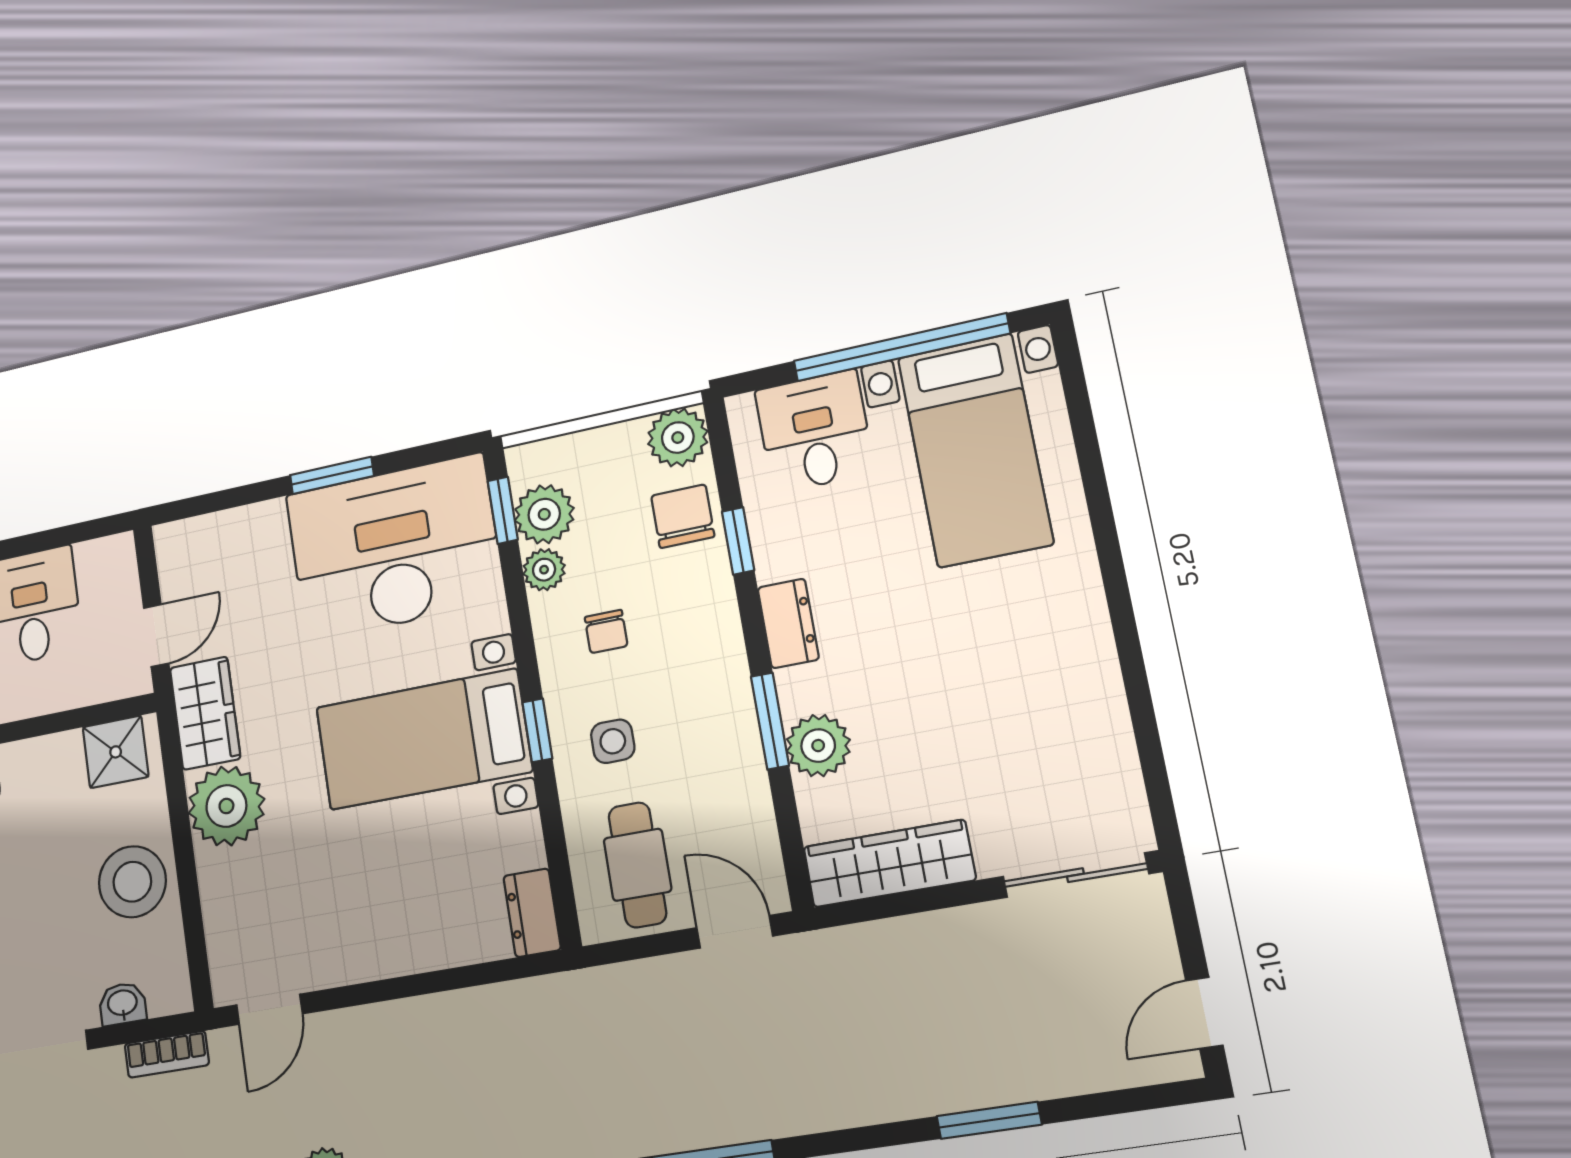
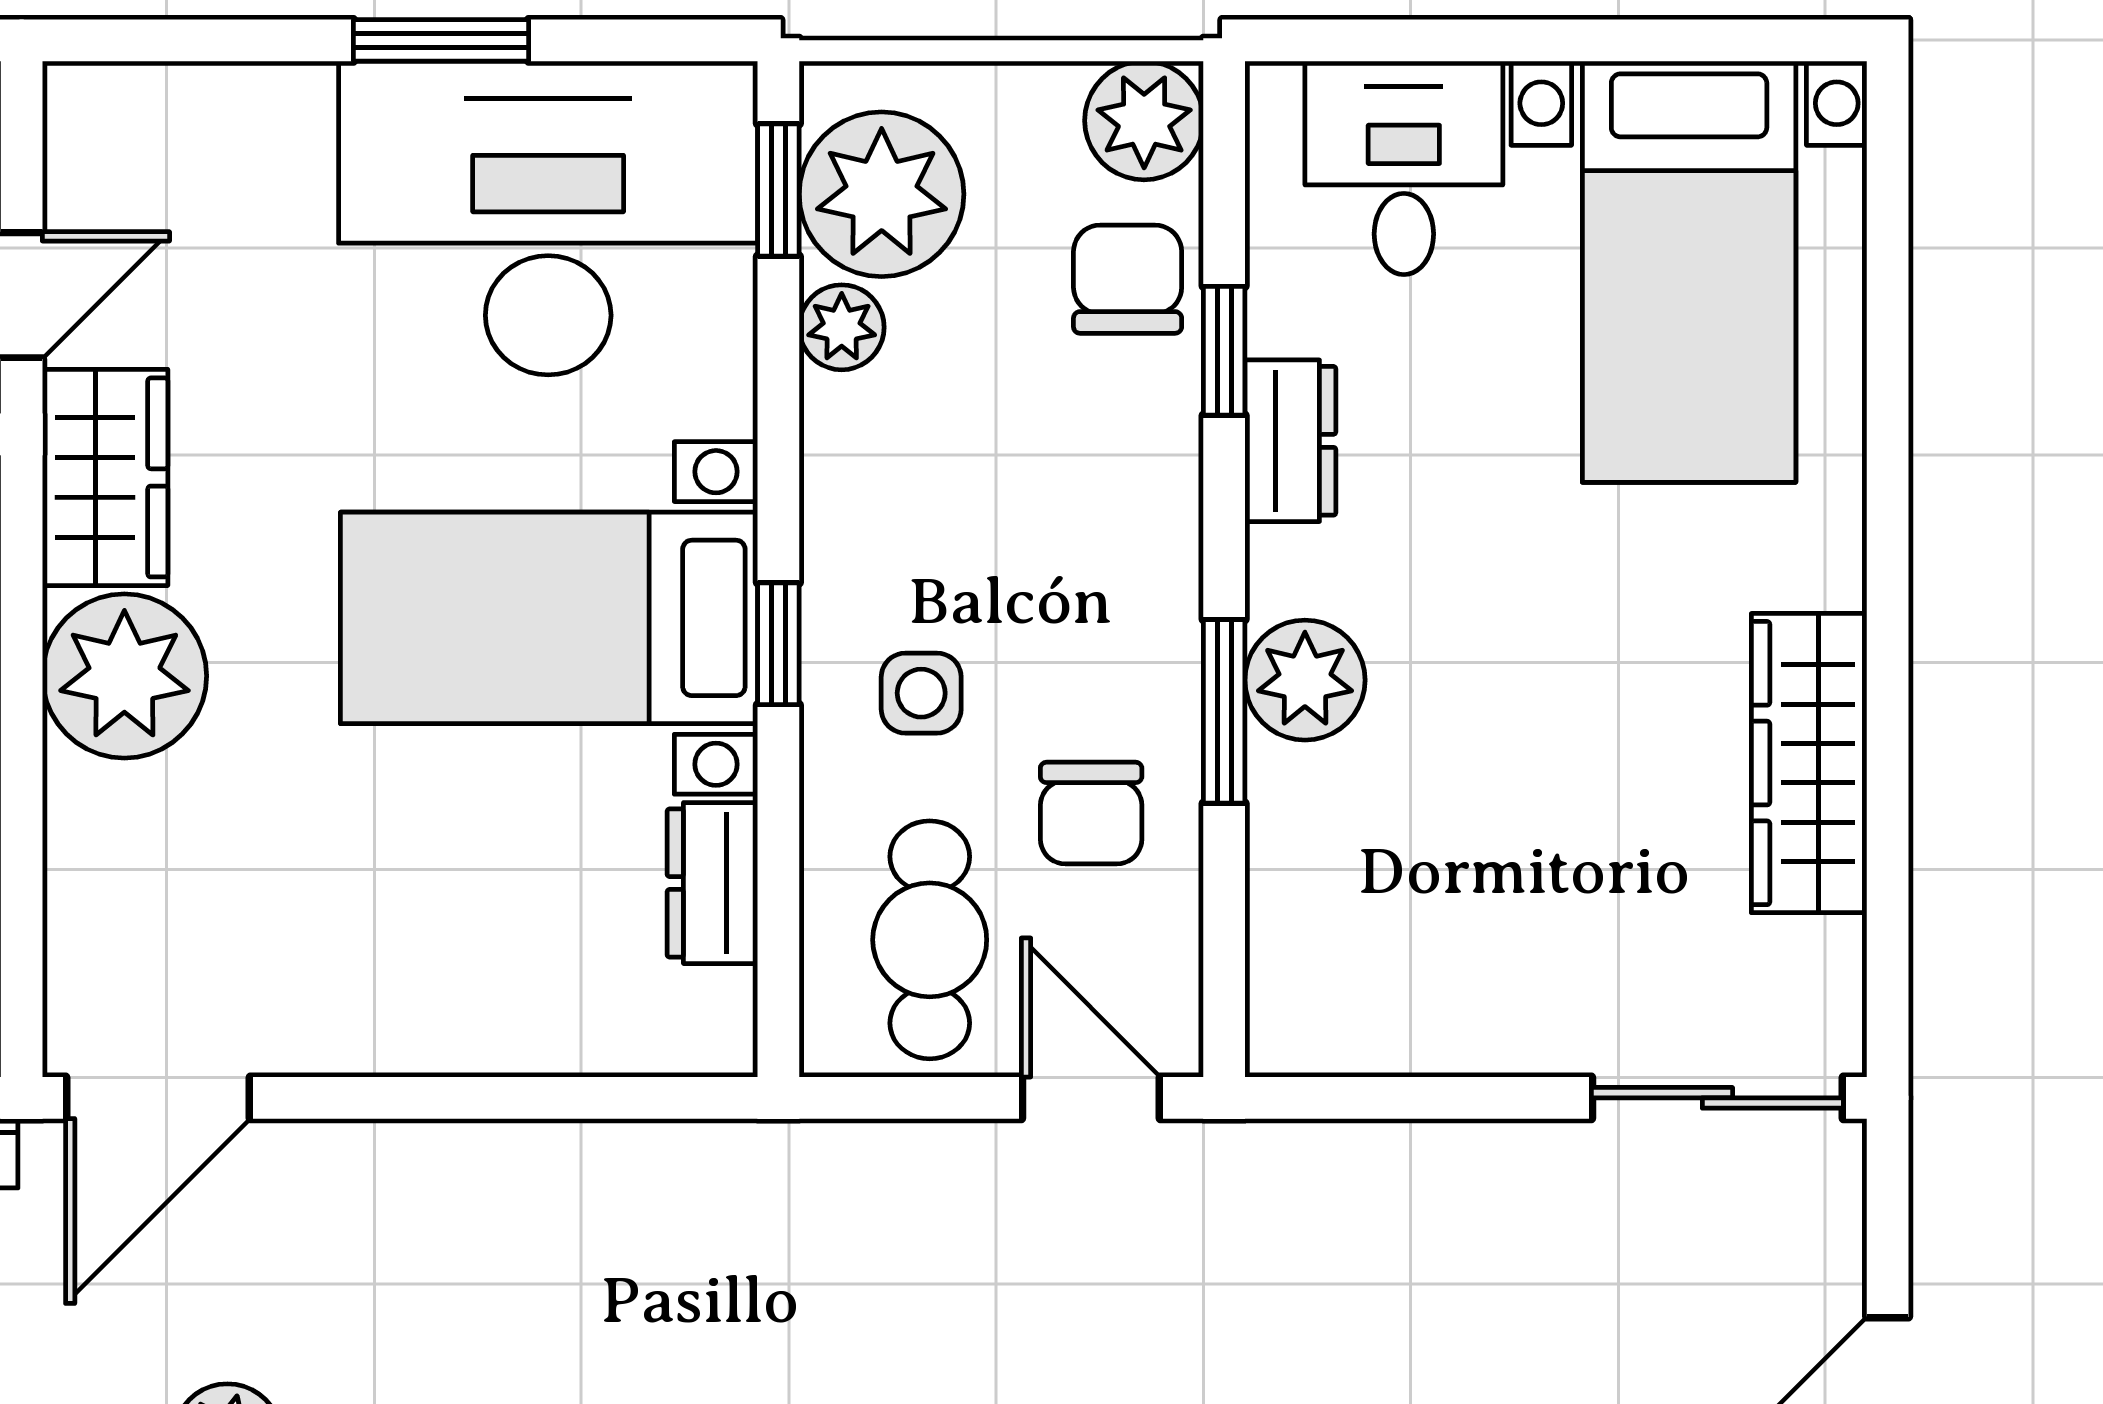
window: (901, 347) -> (1592, 40), removed
plant: (544, 514) -> (882, 194), width x1.36, depth x1.36
dresser: (788, 623) -> (1290, 441), moved
chair: (606, 632) -> (1091, 813), moved, width x1.37, depth x1.37
plant: (818, 746) -> (1305, 680), moved
wardrobe: (889, 864) -> (1809, 763), moved, turned -90
dresser: (532, 913) -> (712, 883), moved
door: (269, 1009) -> (158, 1098), width x1.38

